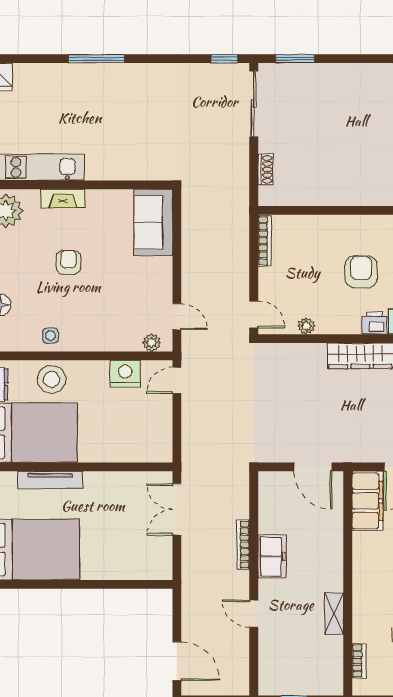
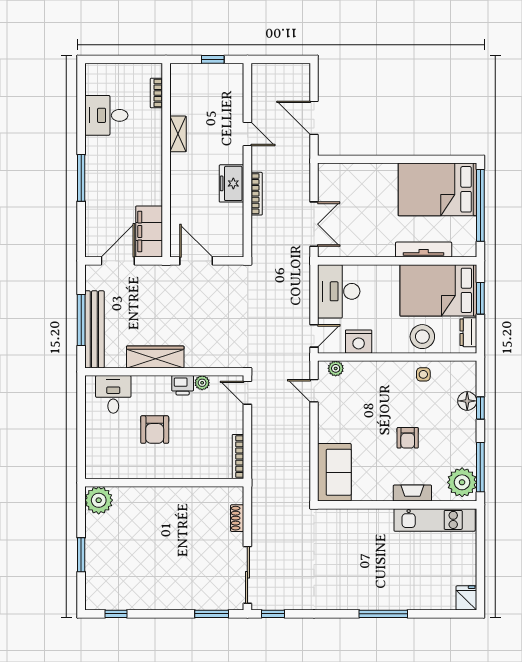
printer: (374, 323) -> (183, 385), moved
desk: (148, 432) -> (339, 291), added
door: (177, 661) -> (314, 118), moved

